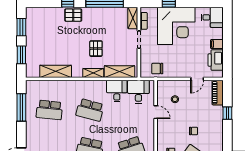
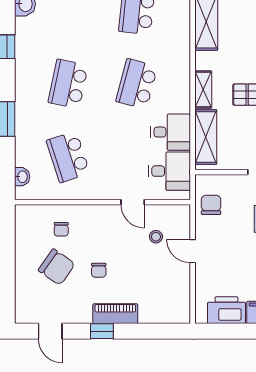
door: (197, 79) -> (193, 251), moved
piano: (218, 93) -> (115, 314), moved
door: (156, 112) -> (133, 202), hinge flipped
window: (227, 113) -> (102, 331), moved

